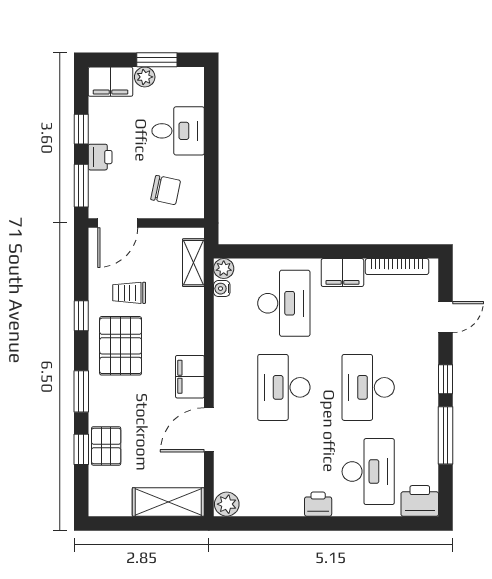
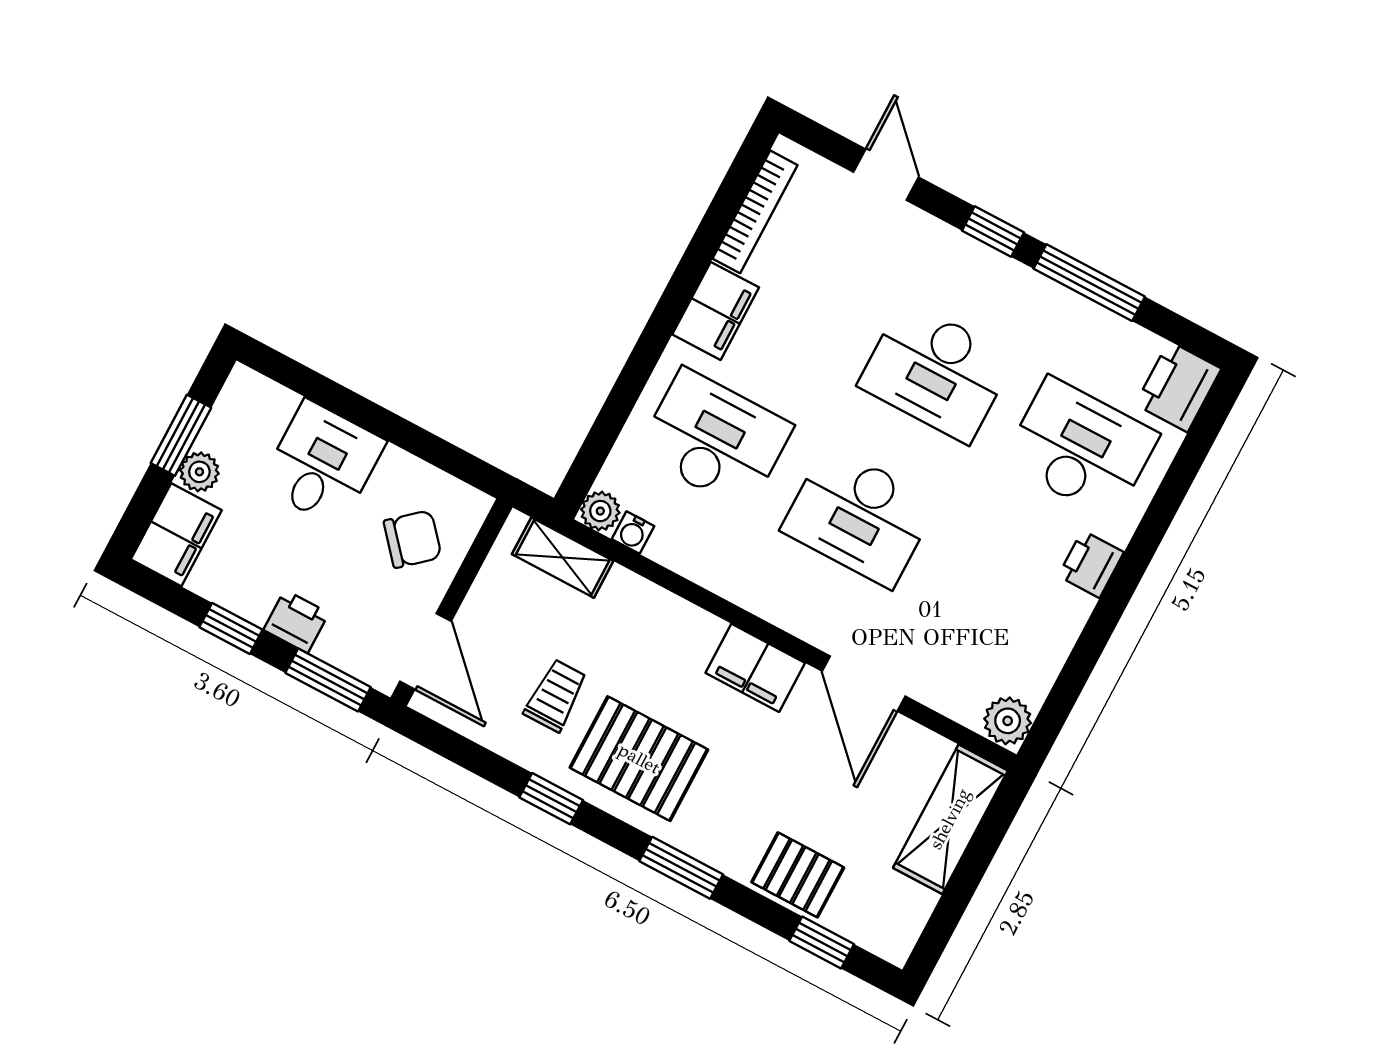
chair: (166, 190) -> (413, 539), turned 37
trolley: (129, 293) -> (556, 695), turned 180
window: (81, 449) -> (822, 942), moved

